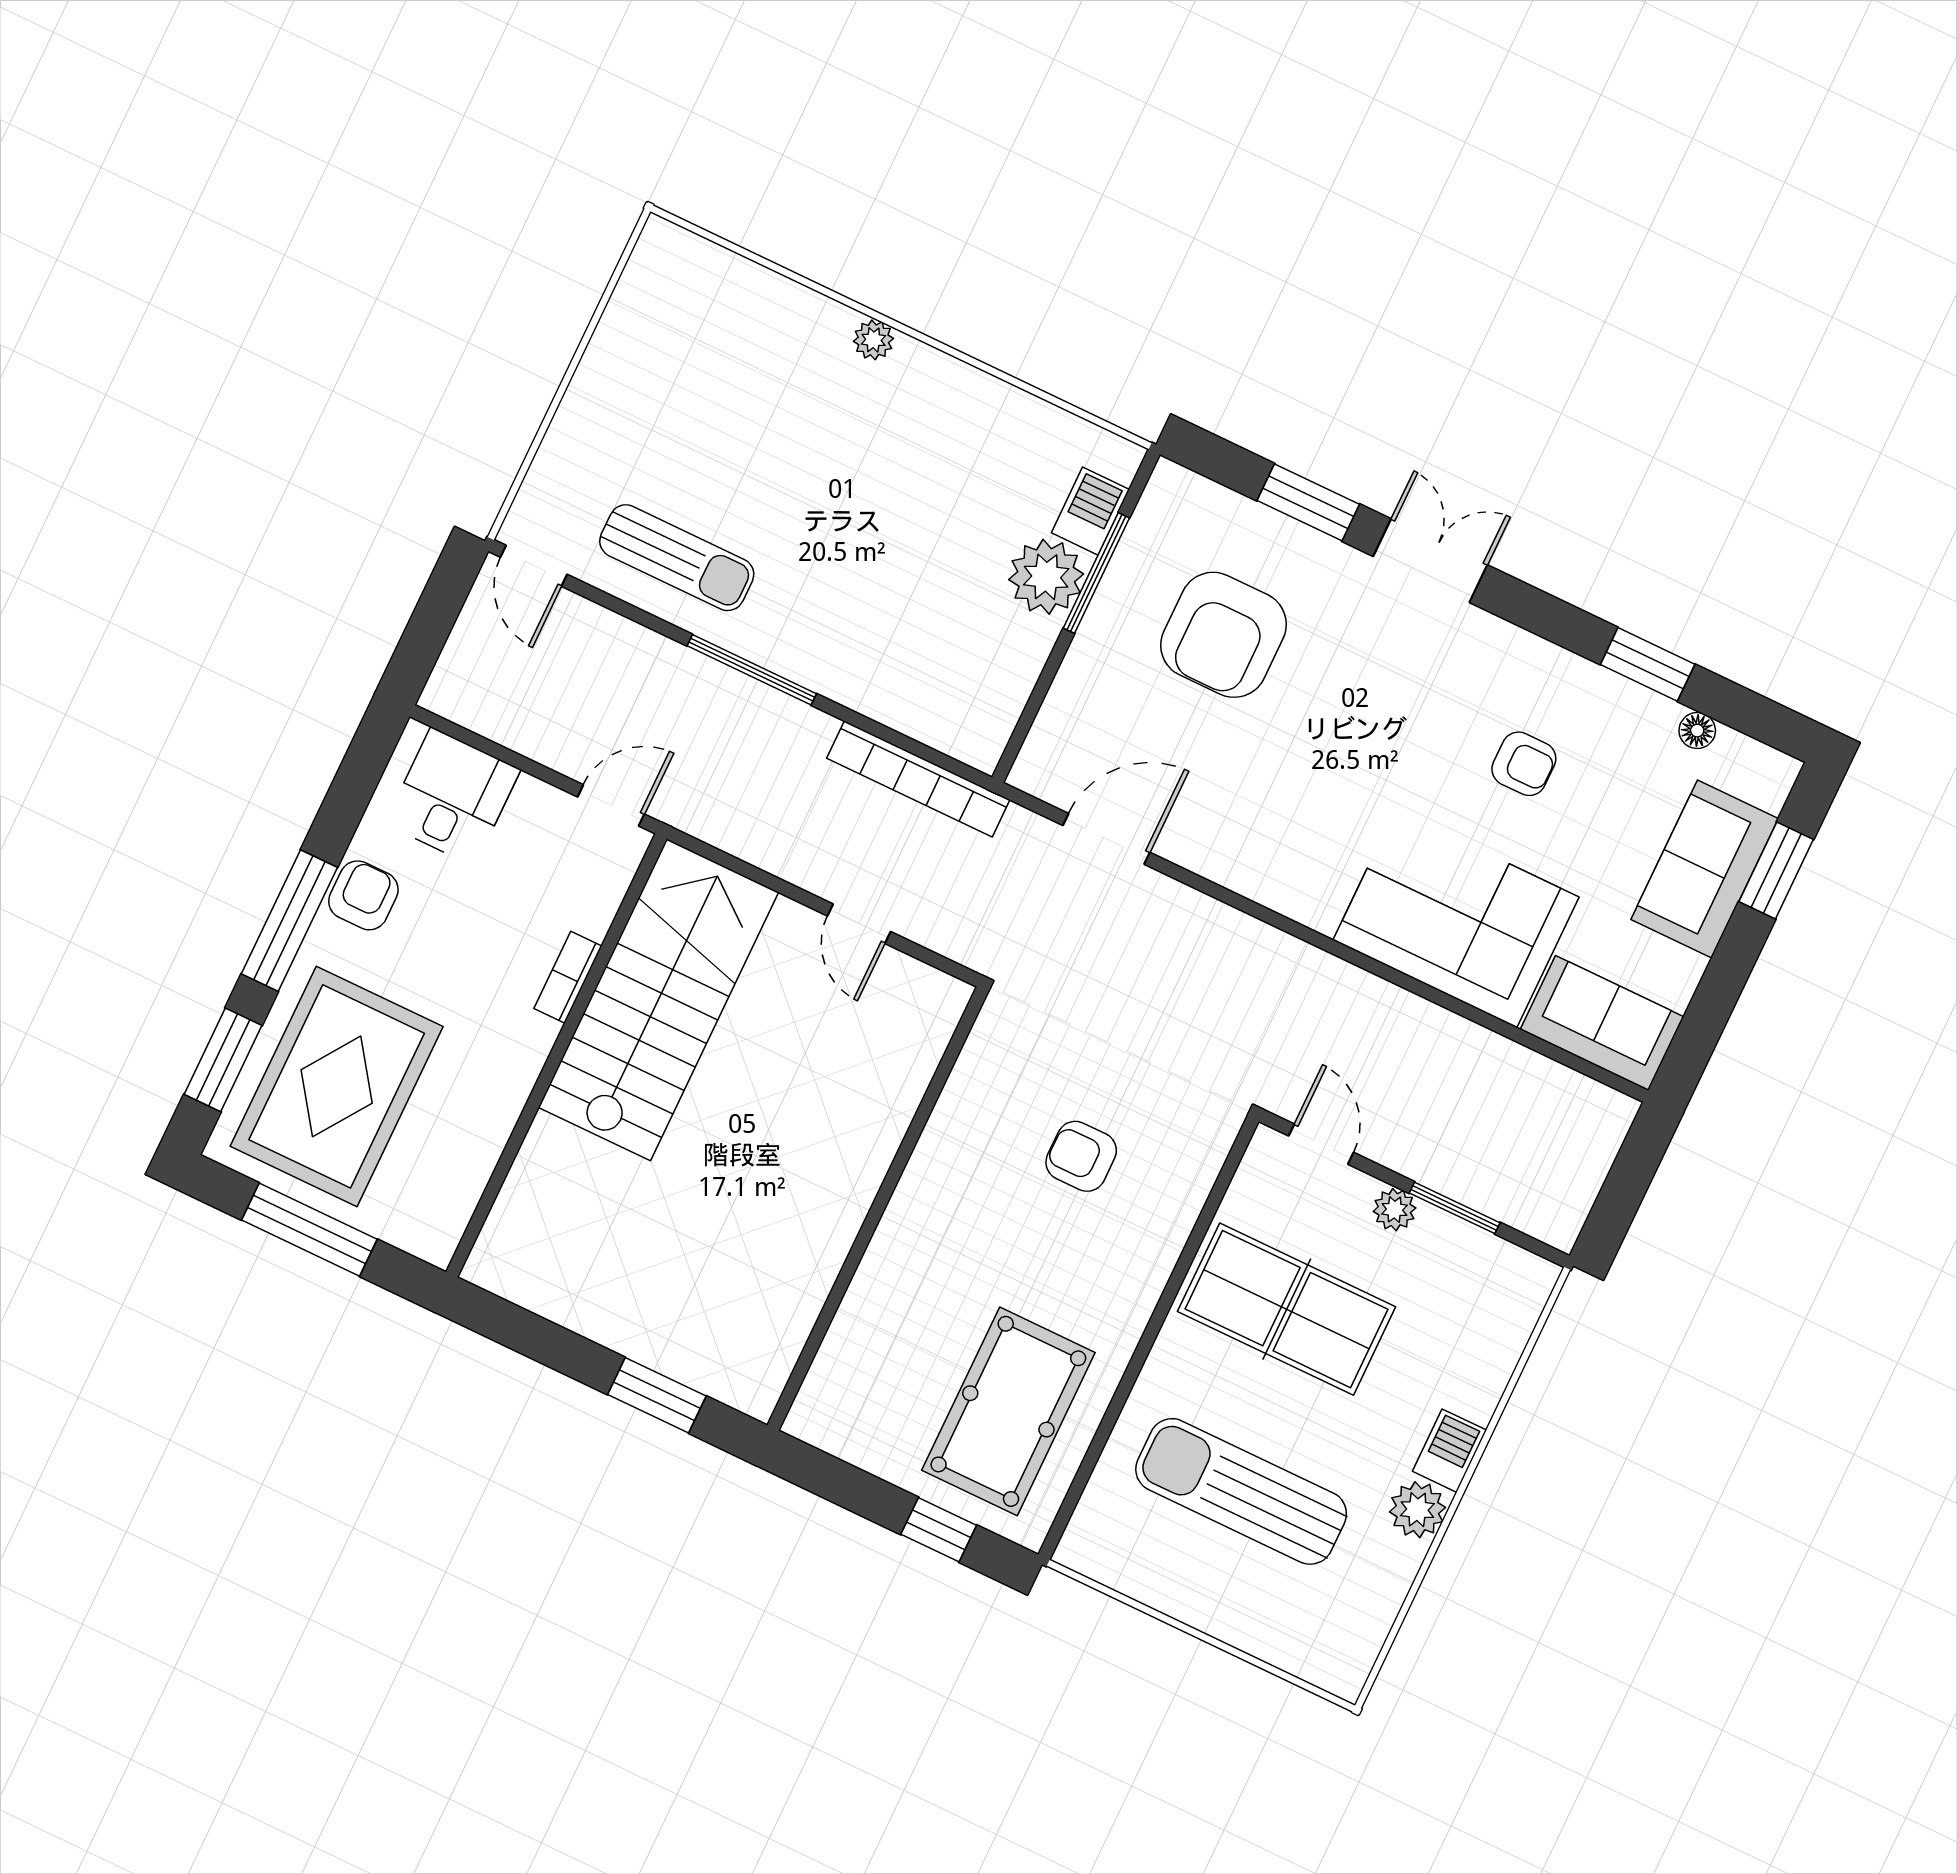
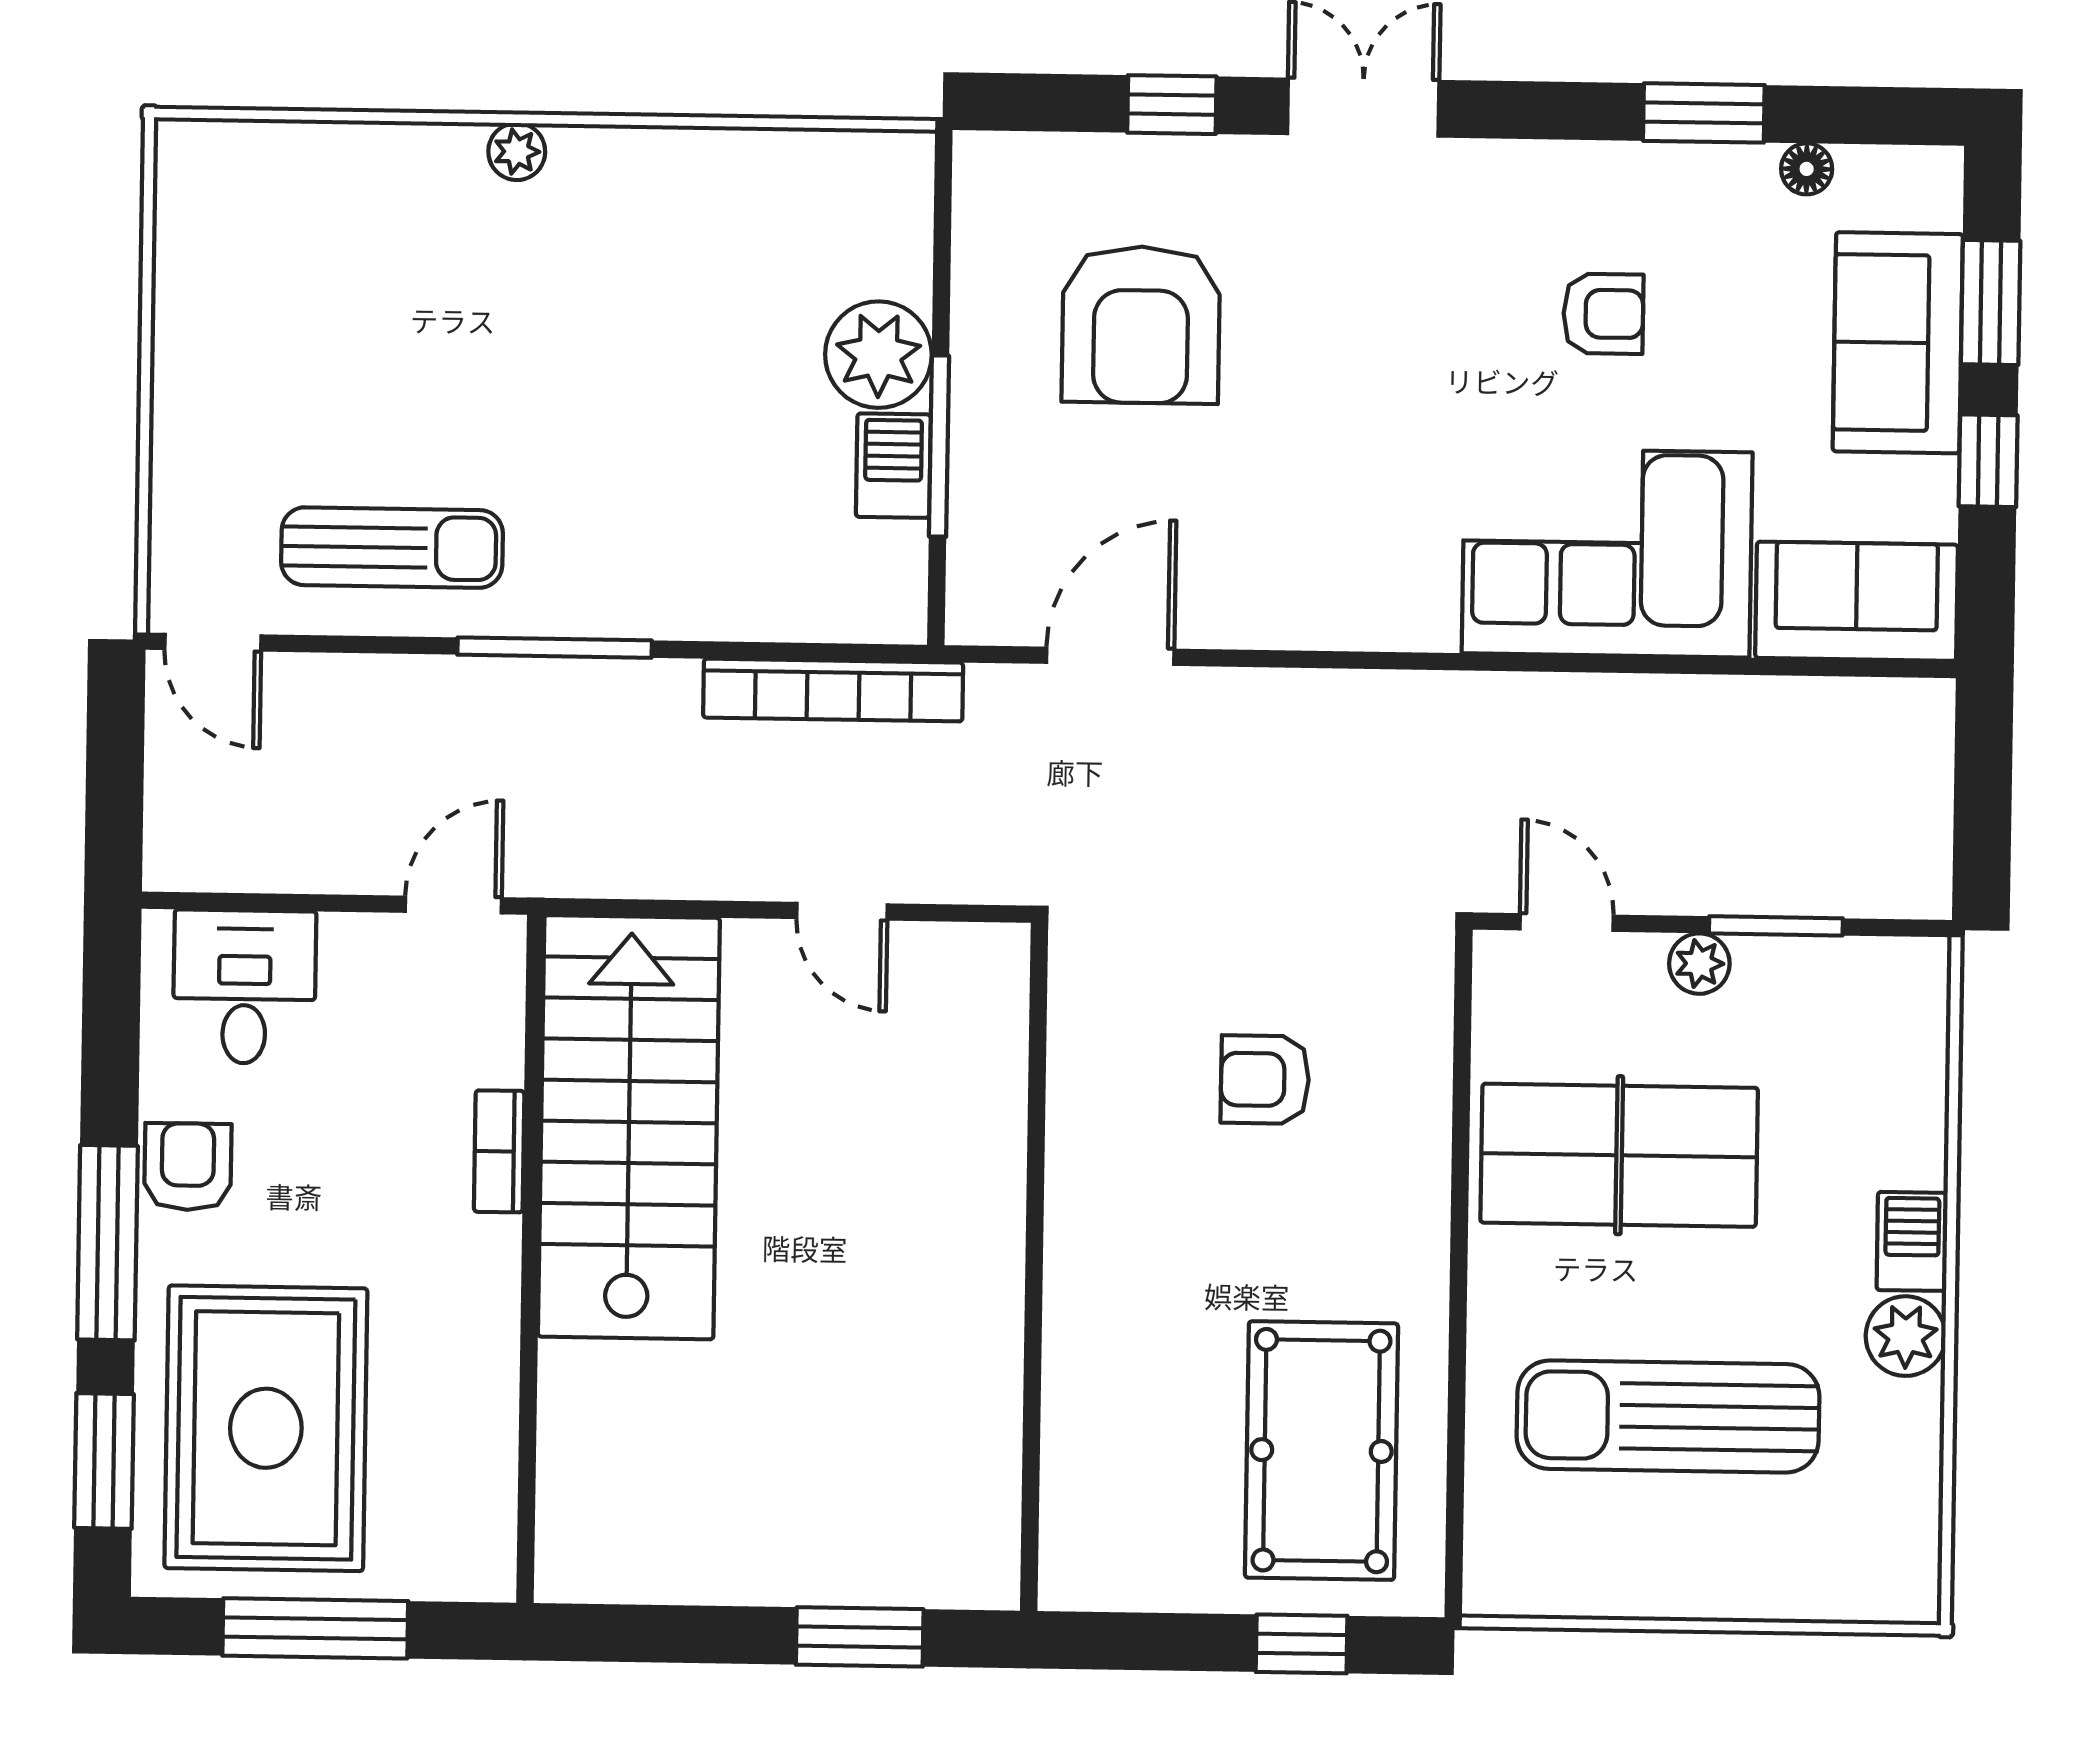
window: (1308, 502) -> (1172, 105), width x0.67
barbecue: (1090, 511) -> (893, 466), moved
window: (1096, 573) -> (939, 446), moved
window: (1728, 971) -> (1988, 461), added

